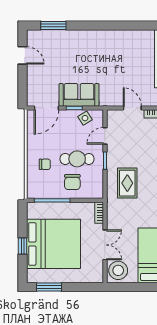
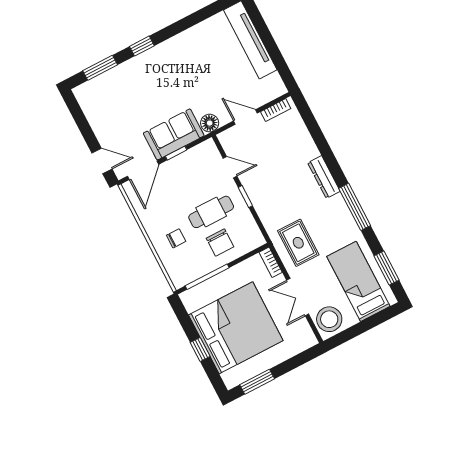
window: (88, 26) -> (142, 46), added
door: (22, 55) -> (102, 161), moved
floor lamp: (107, 100) -> (210, 123), added
side table: (85, 118) -> (195, 158), removed
door: (105, 136) -> (230, 167), swing flipped
rug: (127, 183) -> (298, 243), moved
double door: (105, 245) -> (298, 297), swing flipped

